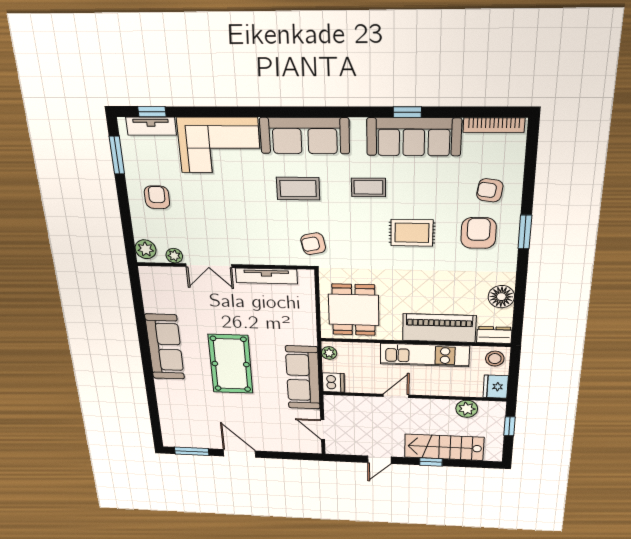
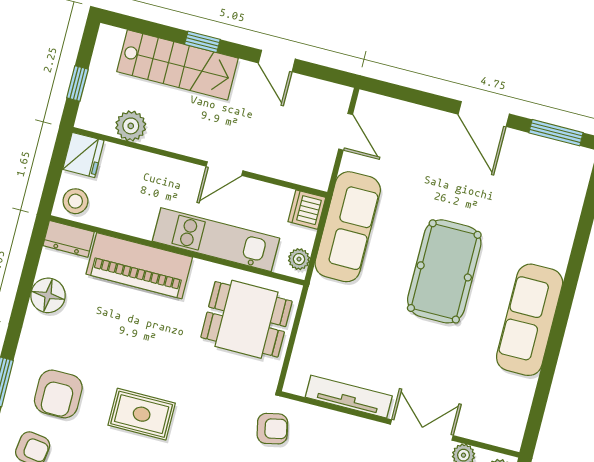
dining table: (354, 310) -> (246, 319), turned 90
kitchen unit: (425, 355) -> (216, 240), moved
door: (379, 460) -> (277, 61), swing flipped

